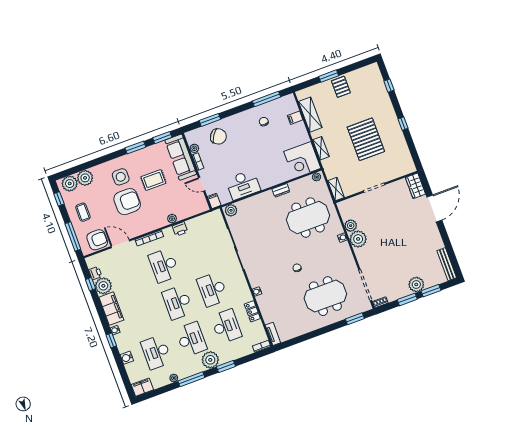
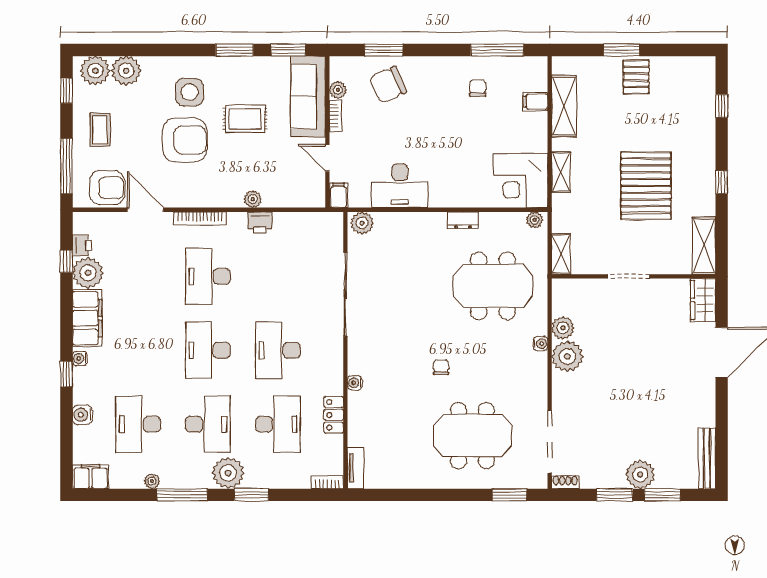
chair: (218, 136) -> (388, 85), turned 122
shelving: (406, 158) -> (704, 246), added

